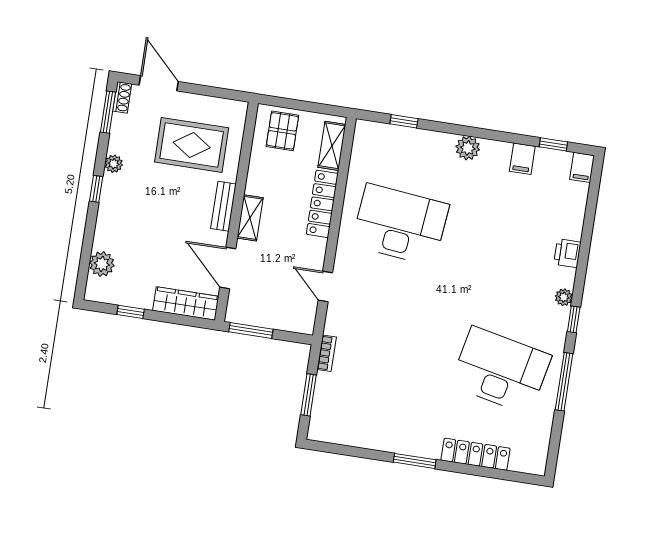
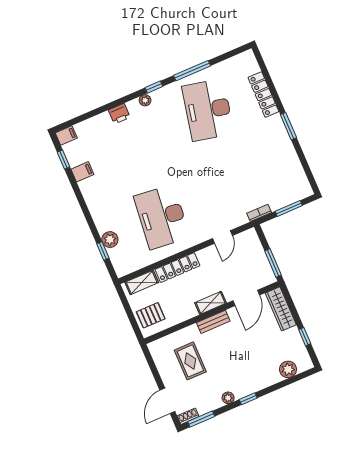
rug: (192, 145) -> (190, 361), width x0.73, depth x0.70
plant: (468, 148) -> (110, 240), moved

